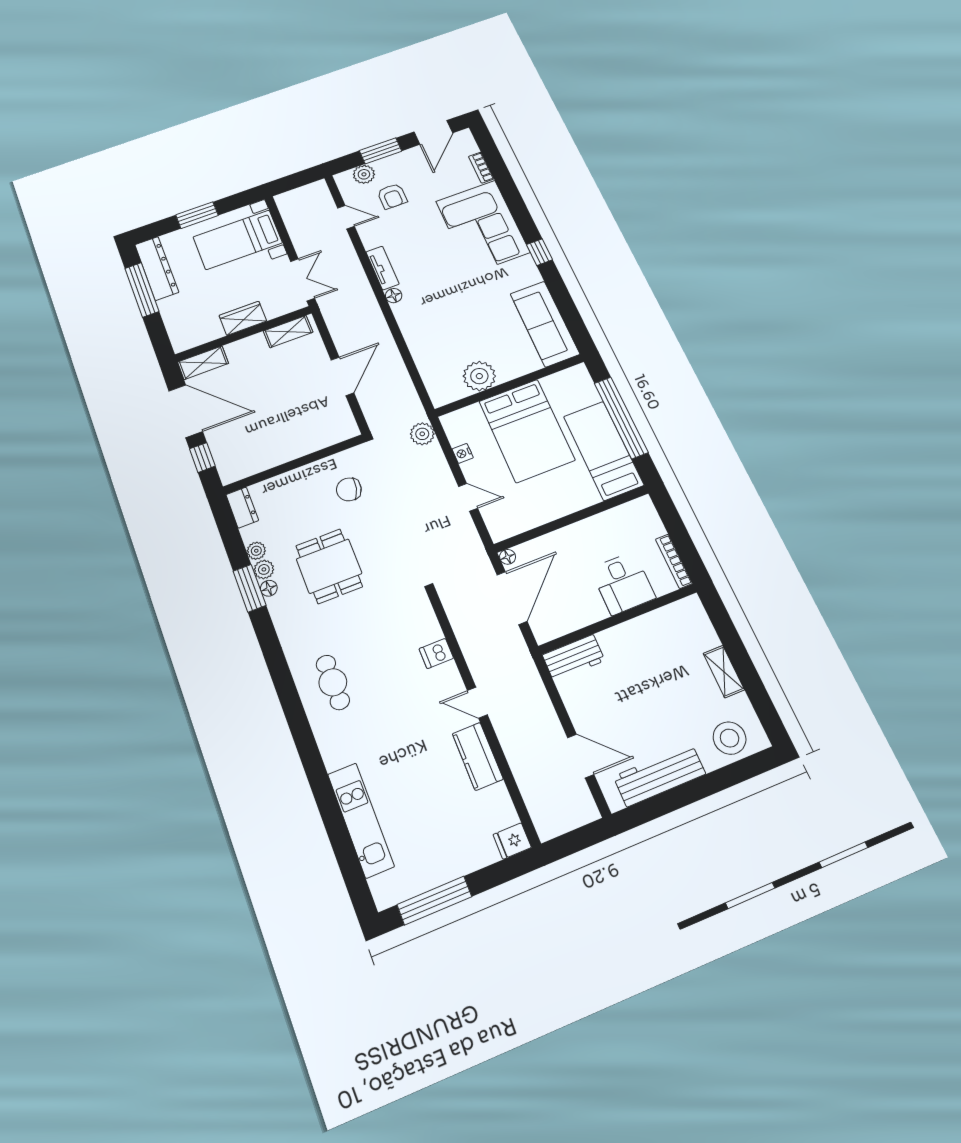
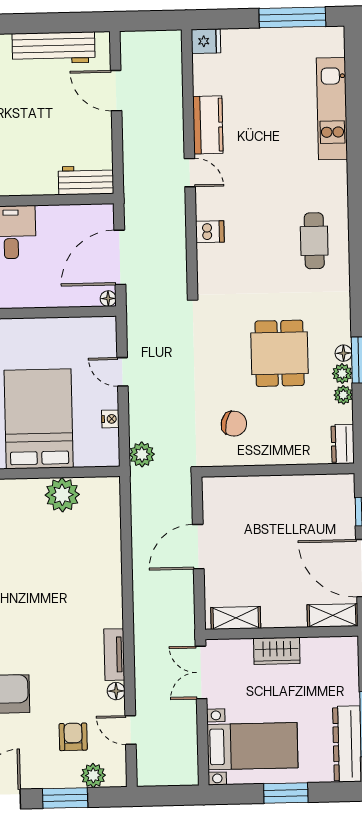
floor lamp: (394, 296) -> (116, 691), moved

